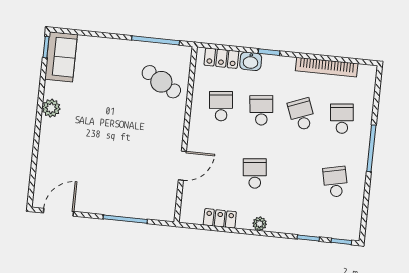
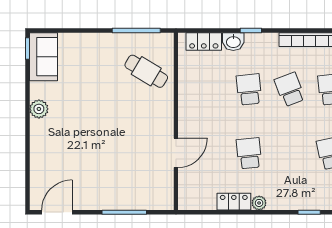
school desk: (221, 106) -> (208, 89), removed
locker: (220, 218) -> (234, 202), moved

